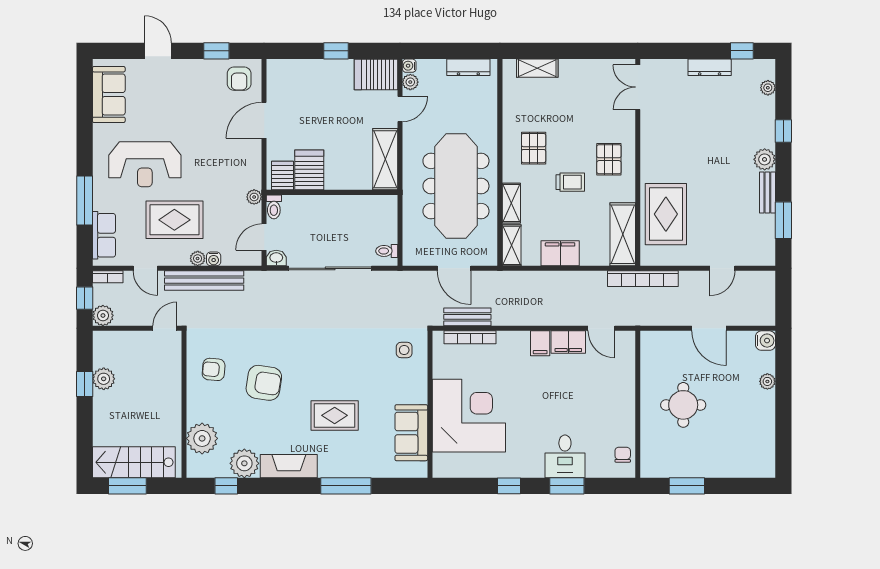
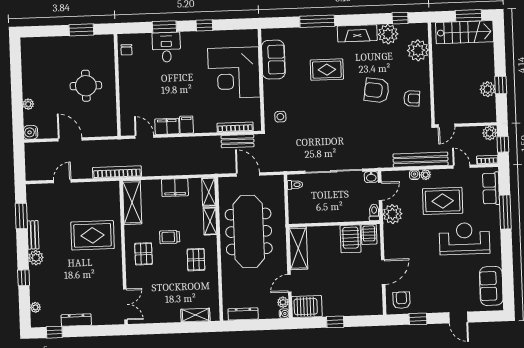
plant: (254, 197) -> (392, 214), width x1.88, depth x1.88
rug: (666, 214) -> (93, 235), moved, turned 90

